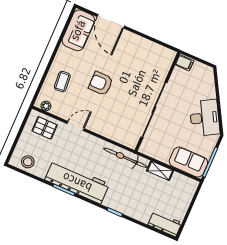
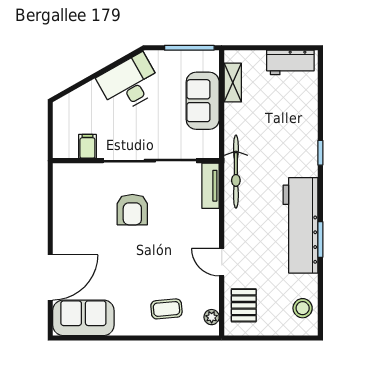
filing cabinet: (184, 63) -> (87, 146), moved
armchair: (101, 83) -> (132, 210), moved
tv unit: (124, 139) -> (211, 186), added
sofa: (188, 162) -> (203, 101), moved
shelving: (160, 171) -> (233, 83), moved
workbench: (165, 224) -> (290, 62), moved, turned -90

